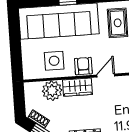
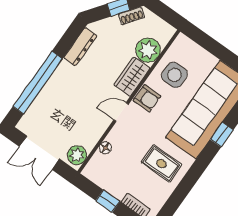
door: (106, 75) -> (121, 112), swing flipped

